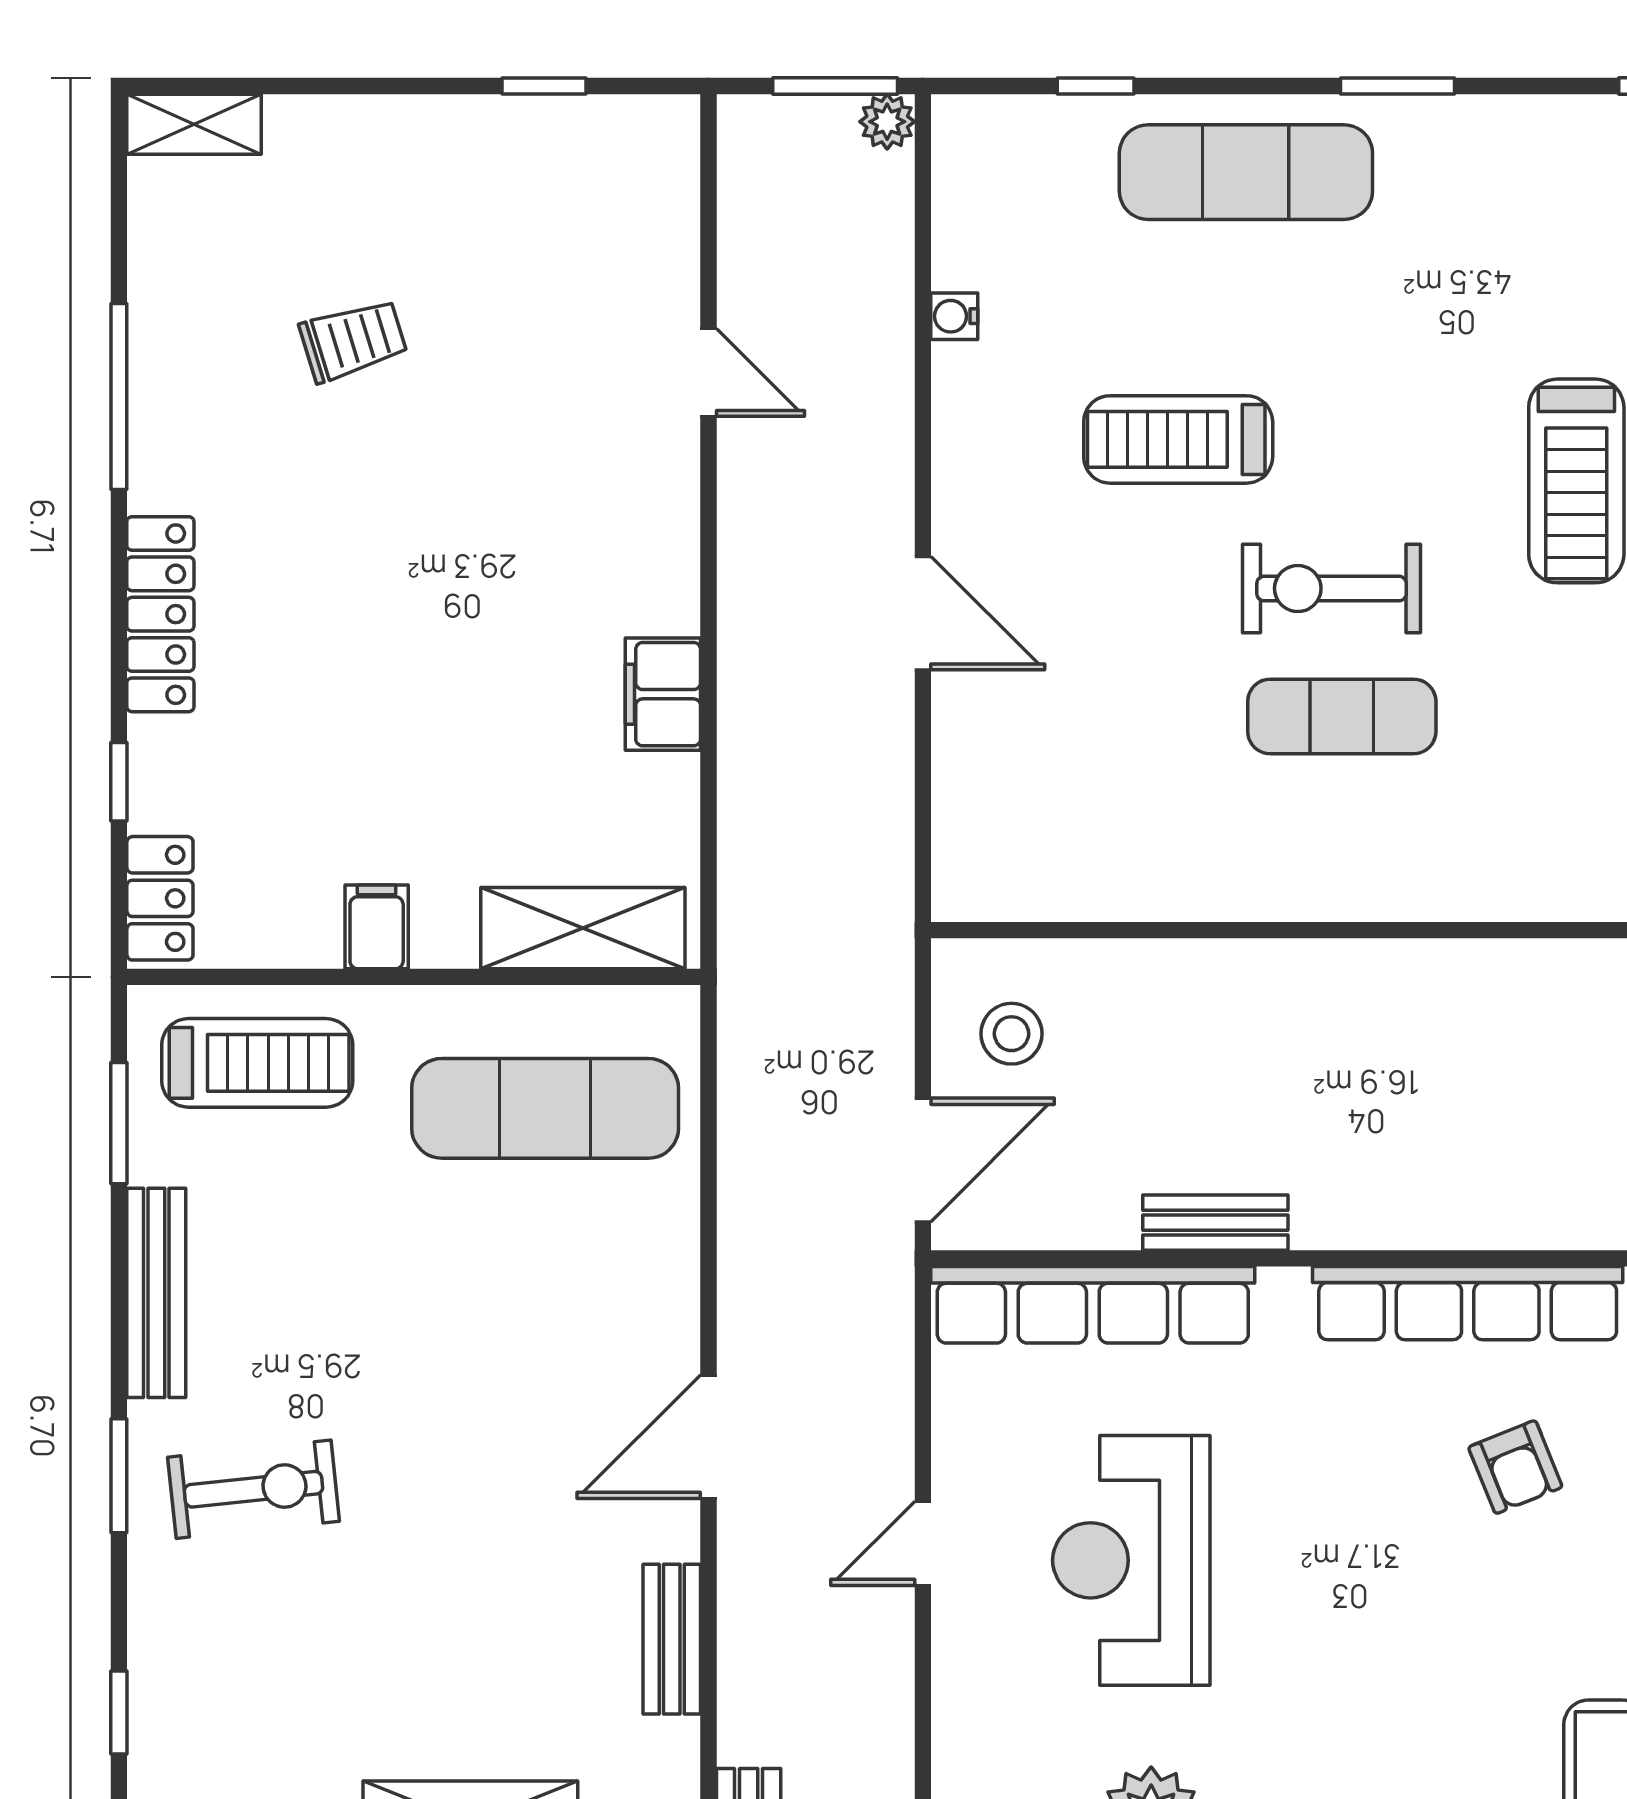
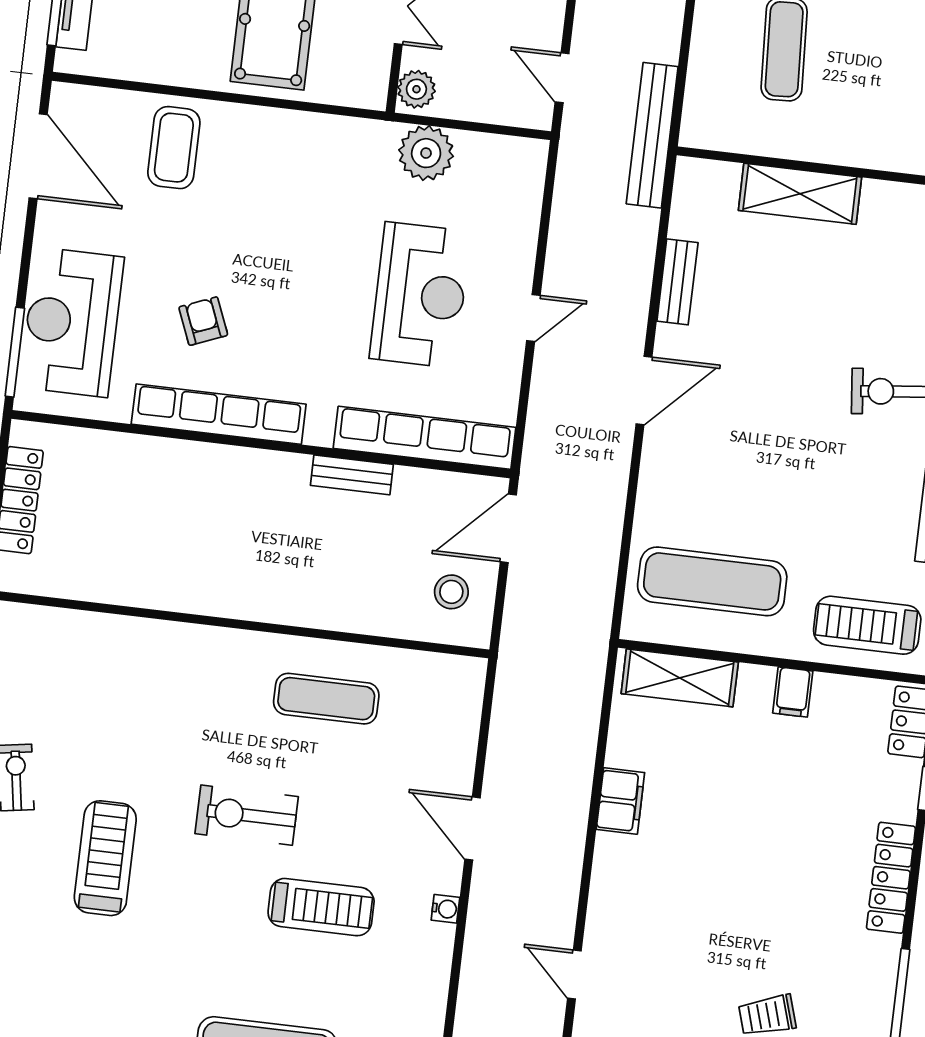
water cooler: (954, 316) -> (445, 909), moved
exercise bike: (1332, 589) -> (247, 815), turned 180
exercise mat: (1342, 716) -> (326, 699), moved

